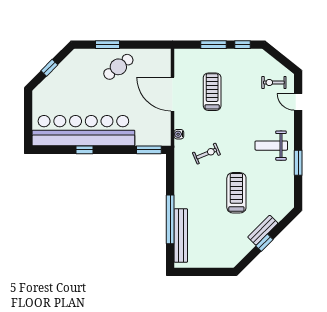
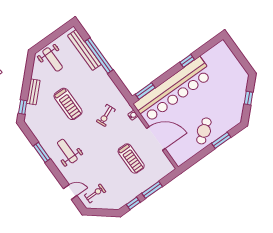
bar counter: (83, 131) -> (173, 90), moved
weight bench: (271, 146) -> (67, 151), turned -90
window: (264, 243) -> (23, 107), moved
weight bench: (220, 249) -> (53, 59), added

